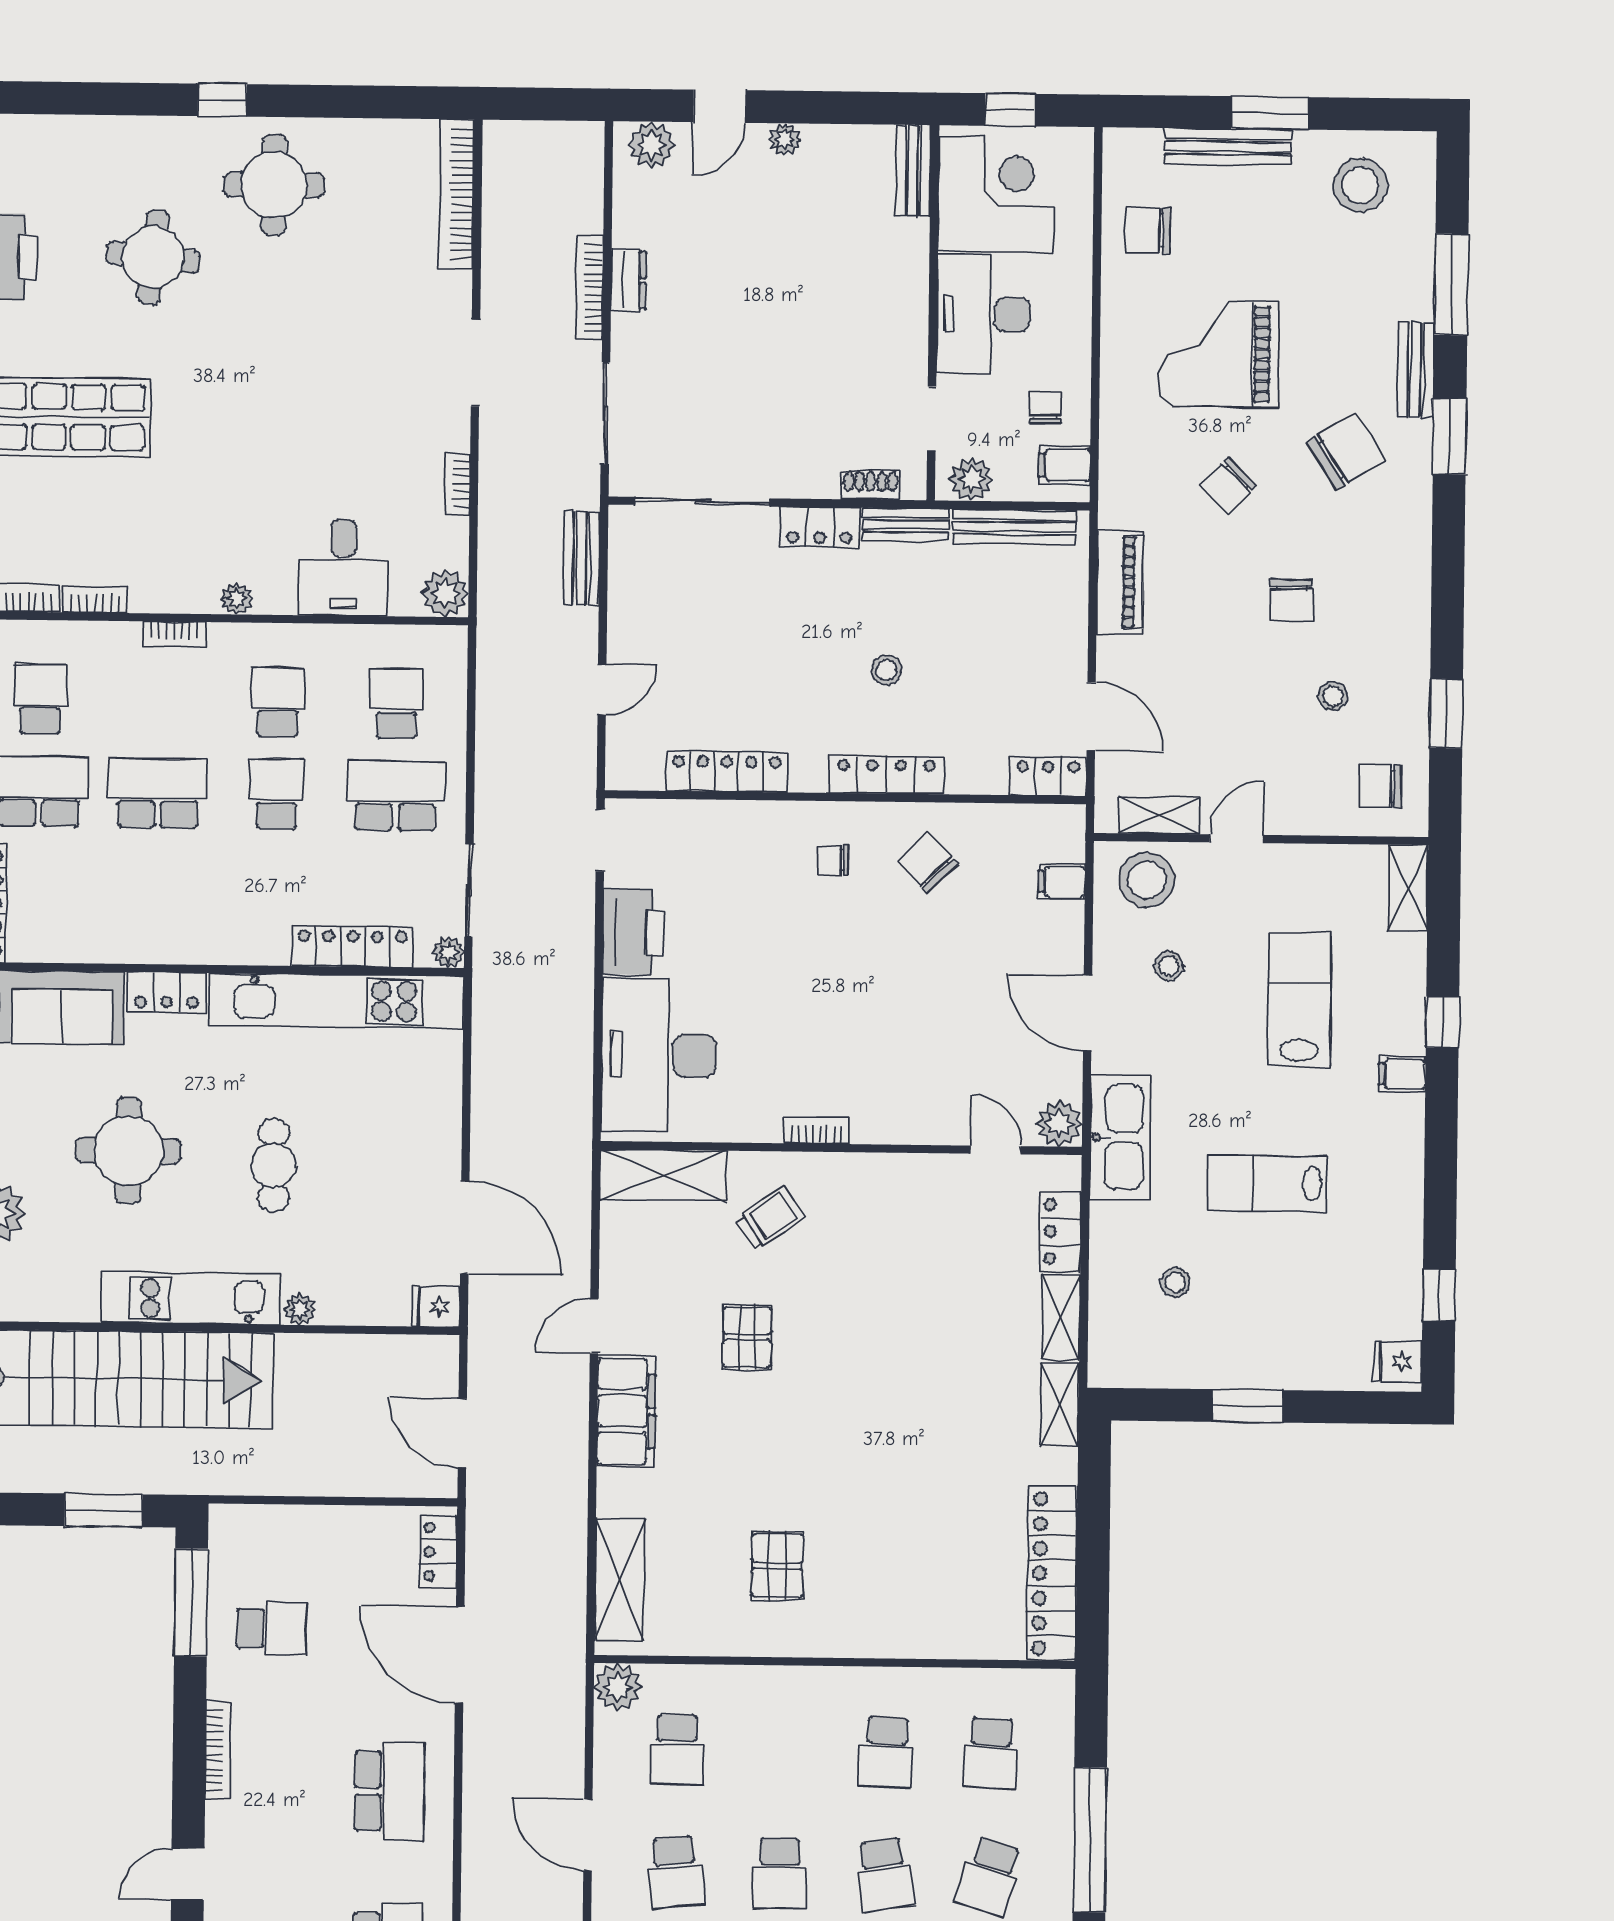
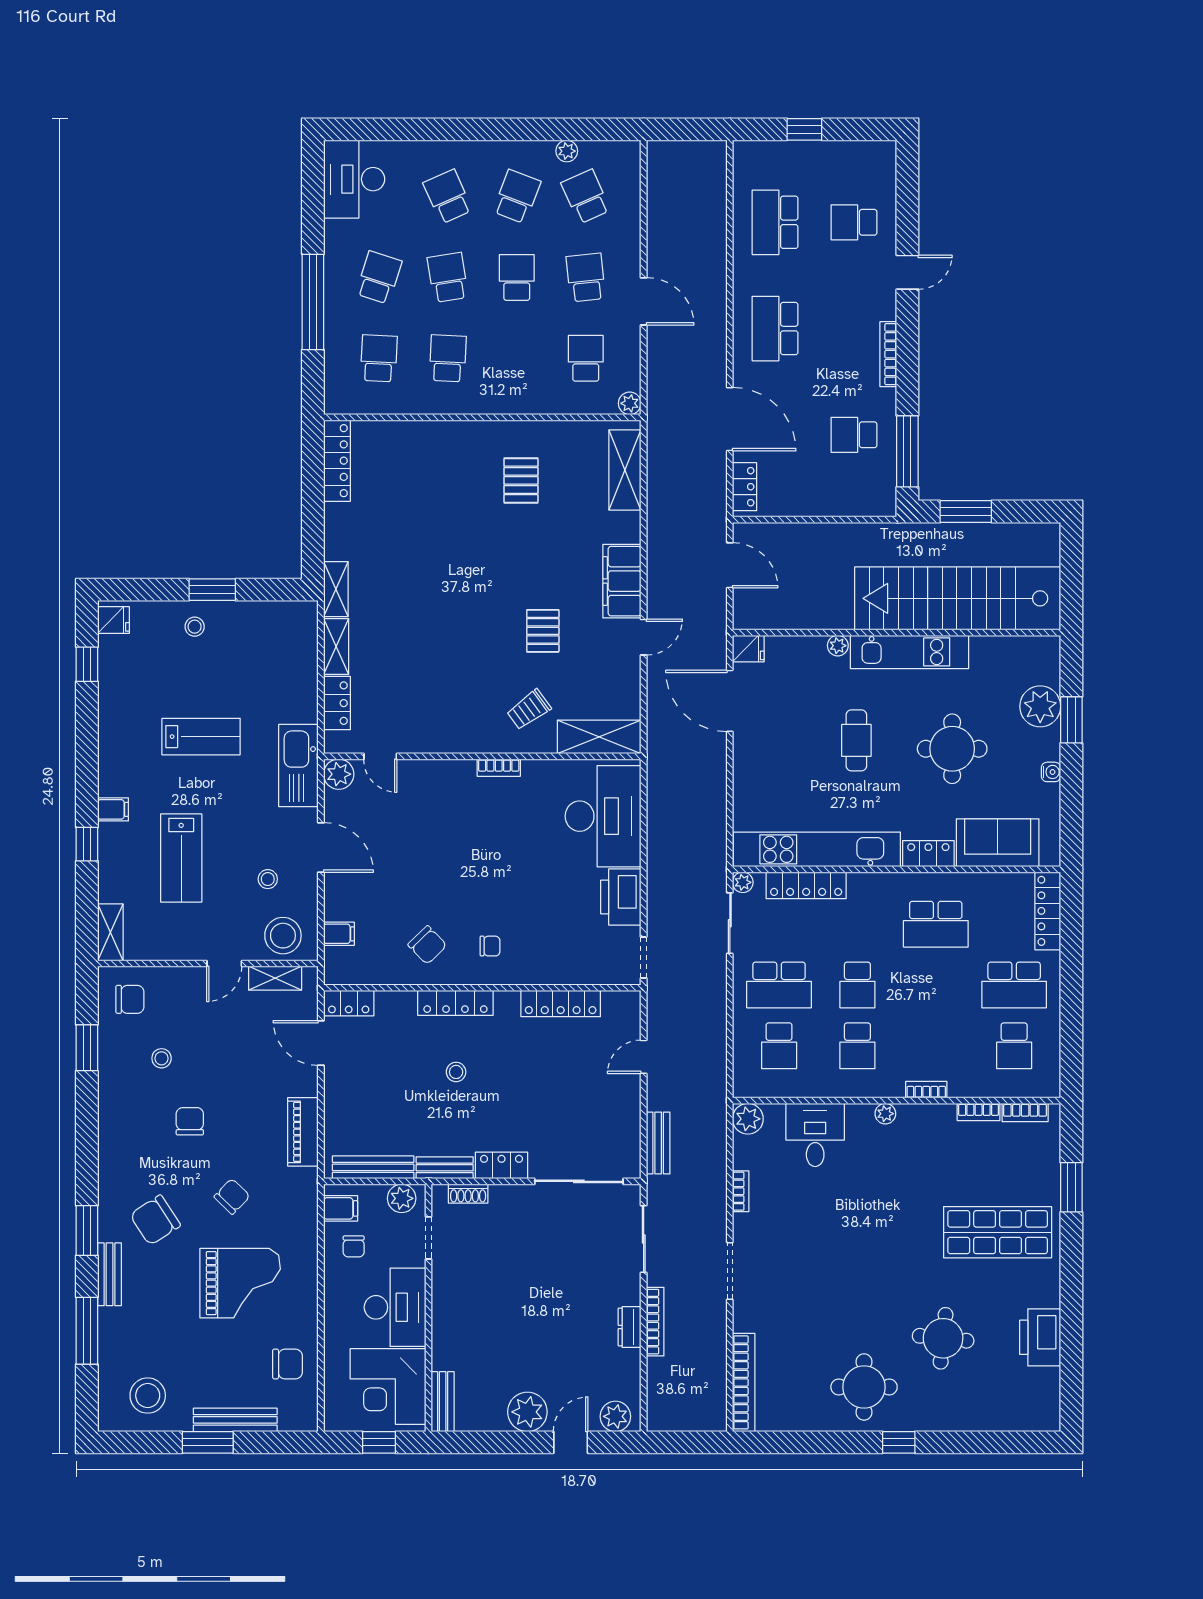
plant: (785, 139) -> (527, 1412), width x1.88, depth x1.88
school desk: (158, 793) -> (936, 924), moved
stool: (1175, 1282) -> (195, 627), moved
locker: (1052, 1573) -> (337, 461), width x0.71, depth x0.83
plant: (617, 1687) -> (630, 403), width x0.73, depth x0.73

